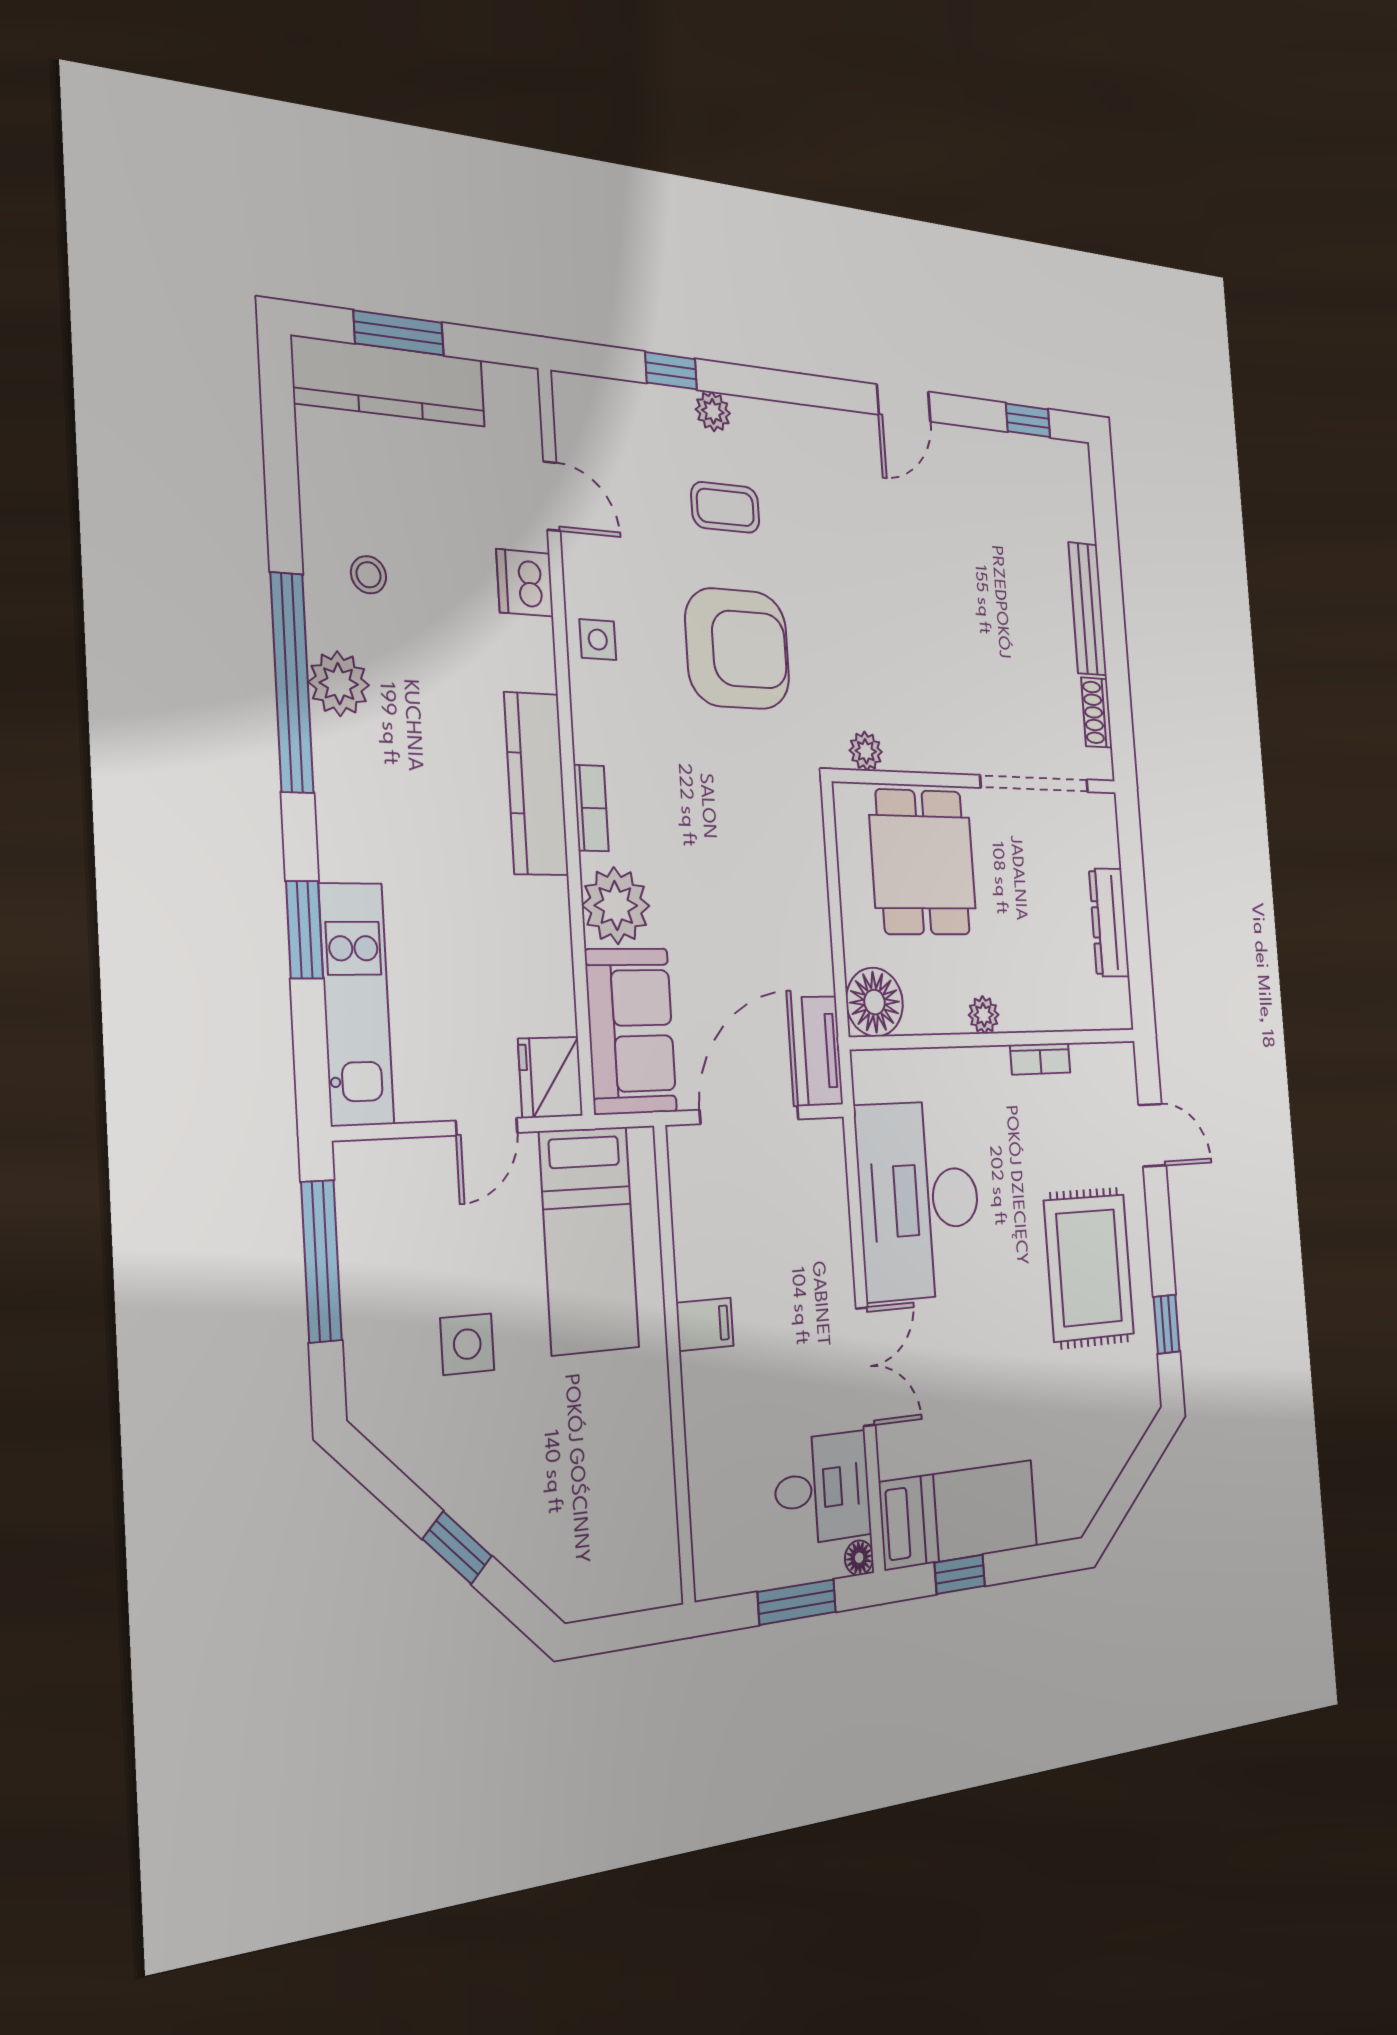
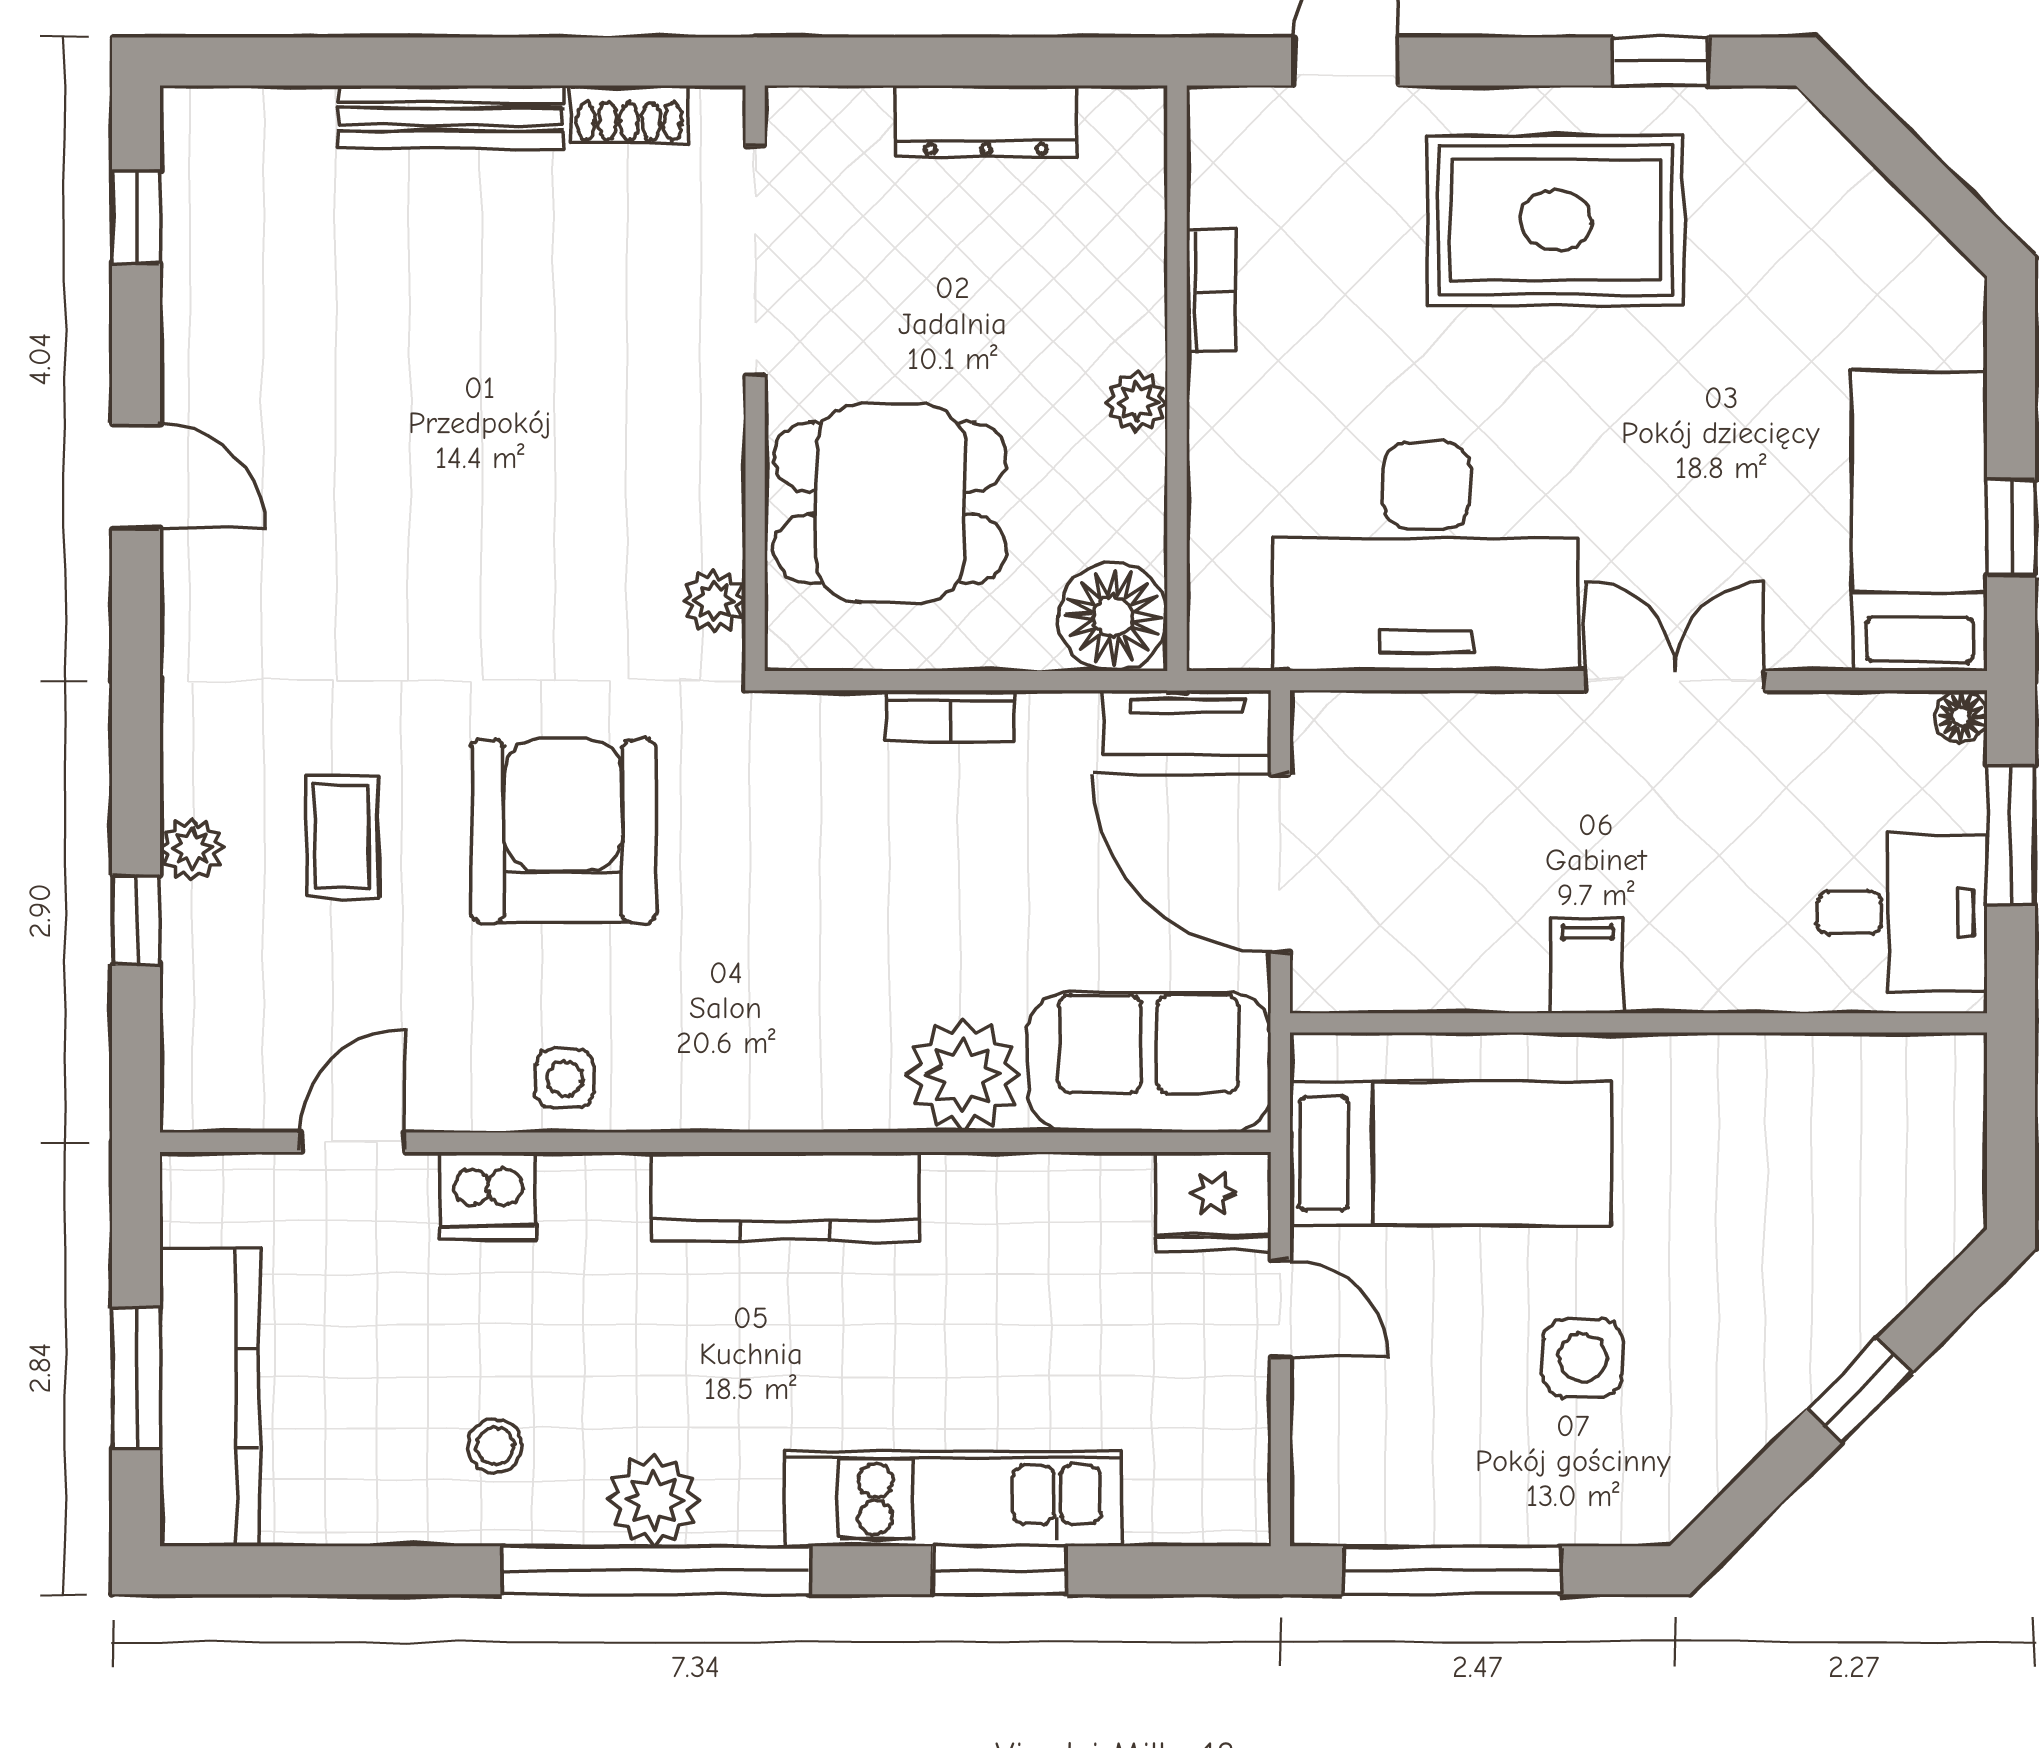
bookcase: (591, 808) -> (950, 716), moved, turned 180
kitchen unit: (356, 1004) -> (953, 1499), moved
desk: (822, 1488) -> (1902, 913), moved, turned 90

